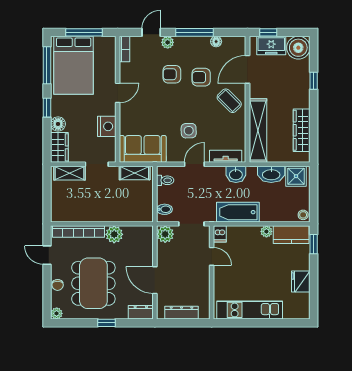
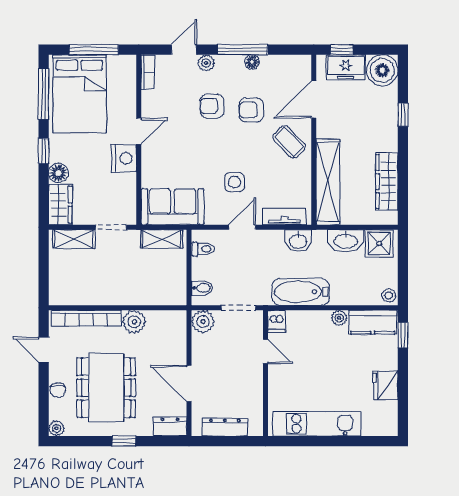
floor lamp: (216, 42) -> (252, 62), moved
nightstand: (107, 126) -> (124, 158), moved

